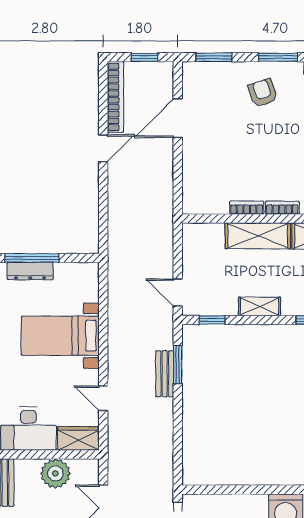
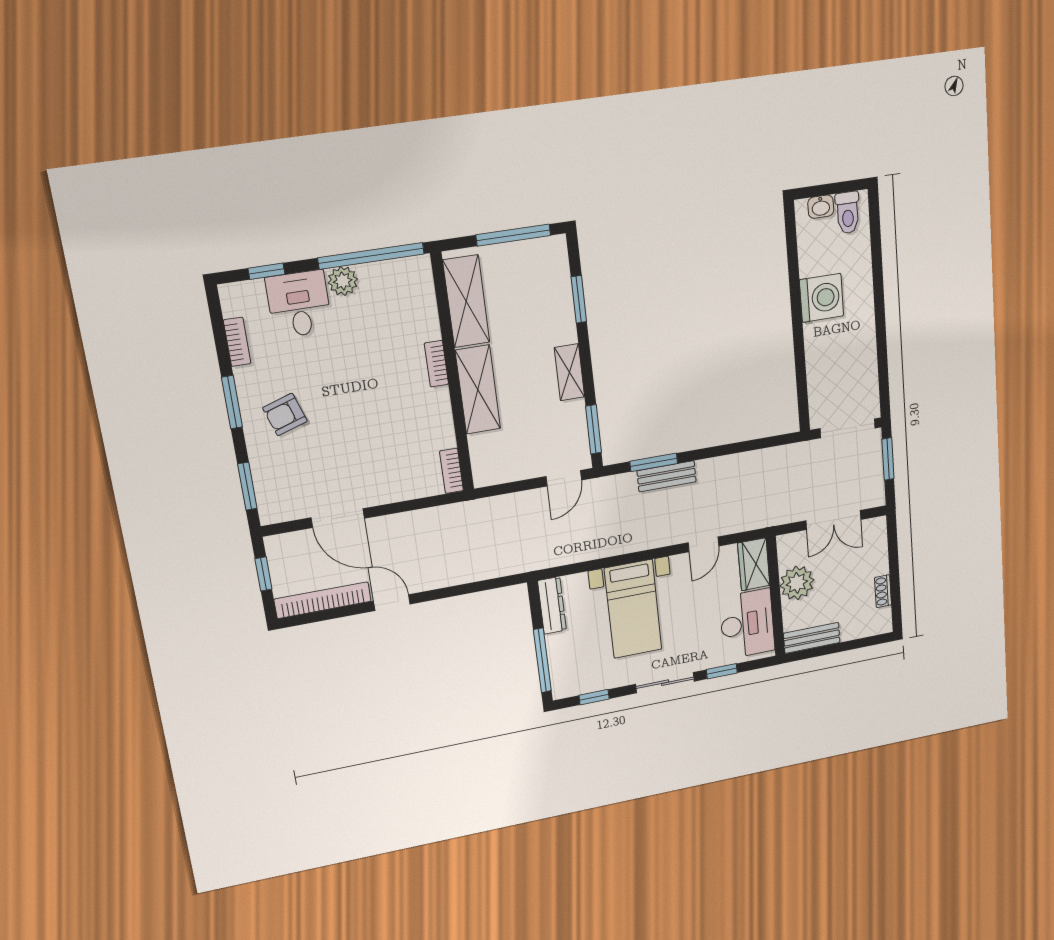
bookcase: (247, 208) -> (451, 471), moved
dresser: (30, 271) -> (552, 605), moved
window: (212, 320) -> (593, 429), width x1.50

